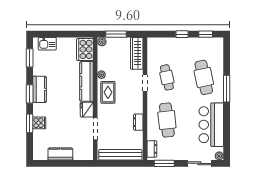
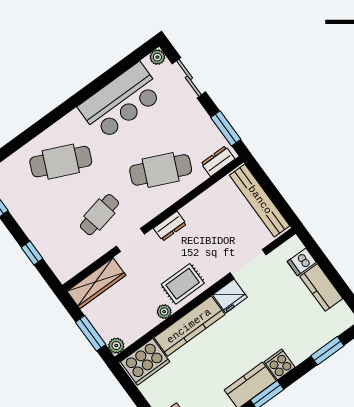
window: (182, 34) -> (32, 253), moved
cafe table: (204, 77) -> (61, 162), turned 36
window: (227, 89) -> (53, 117), removed
cafe table: (167, 120) -> (161, 170), turned 30
dresser: (138, 122) -> (170, 226), moved
window: (30, 123) -> (327, 351), moved
cooker: (39, 123) -> (280, 364), moved
dishwasher: (79, 154) -> (302, 262), added

